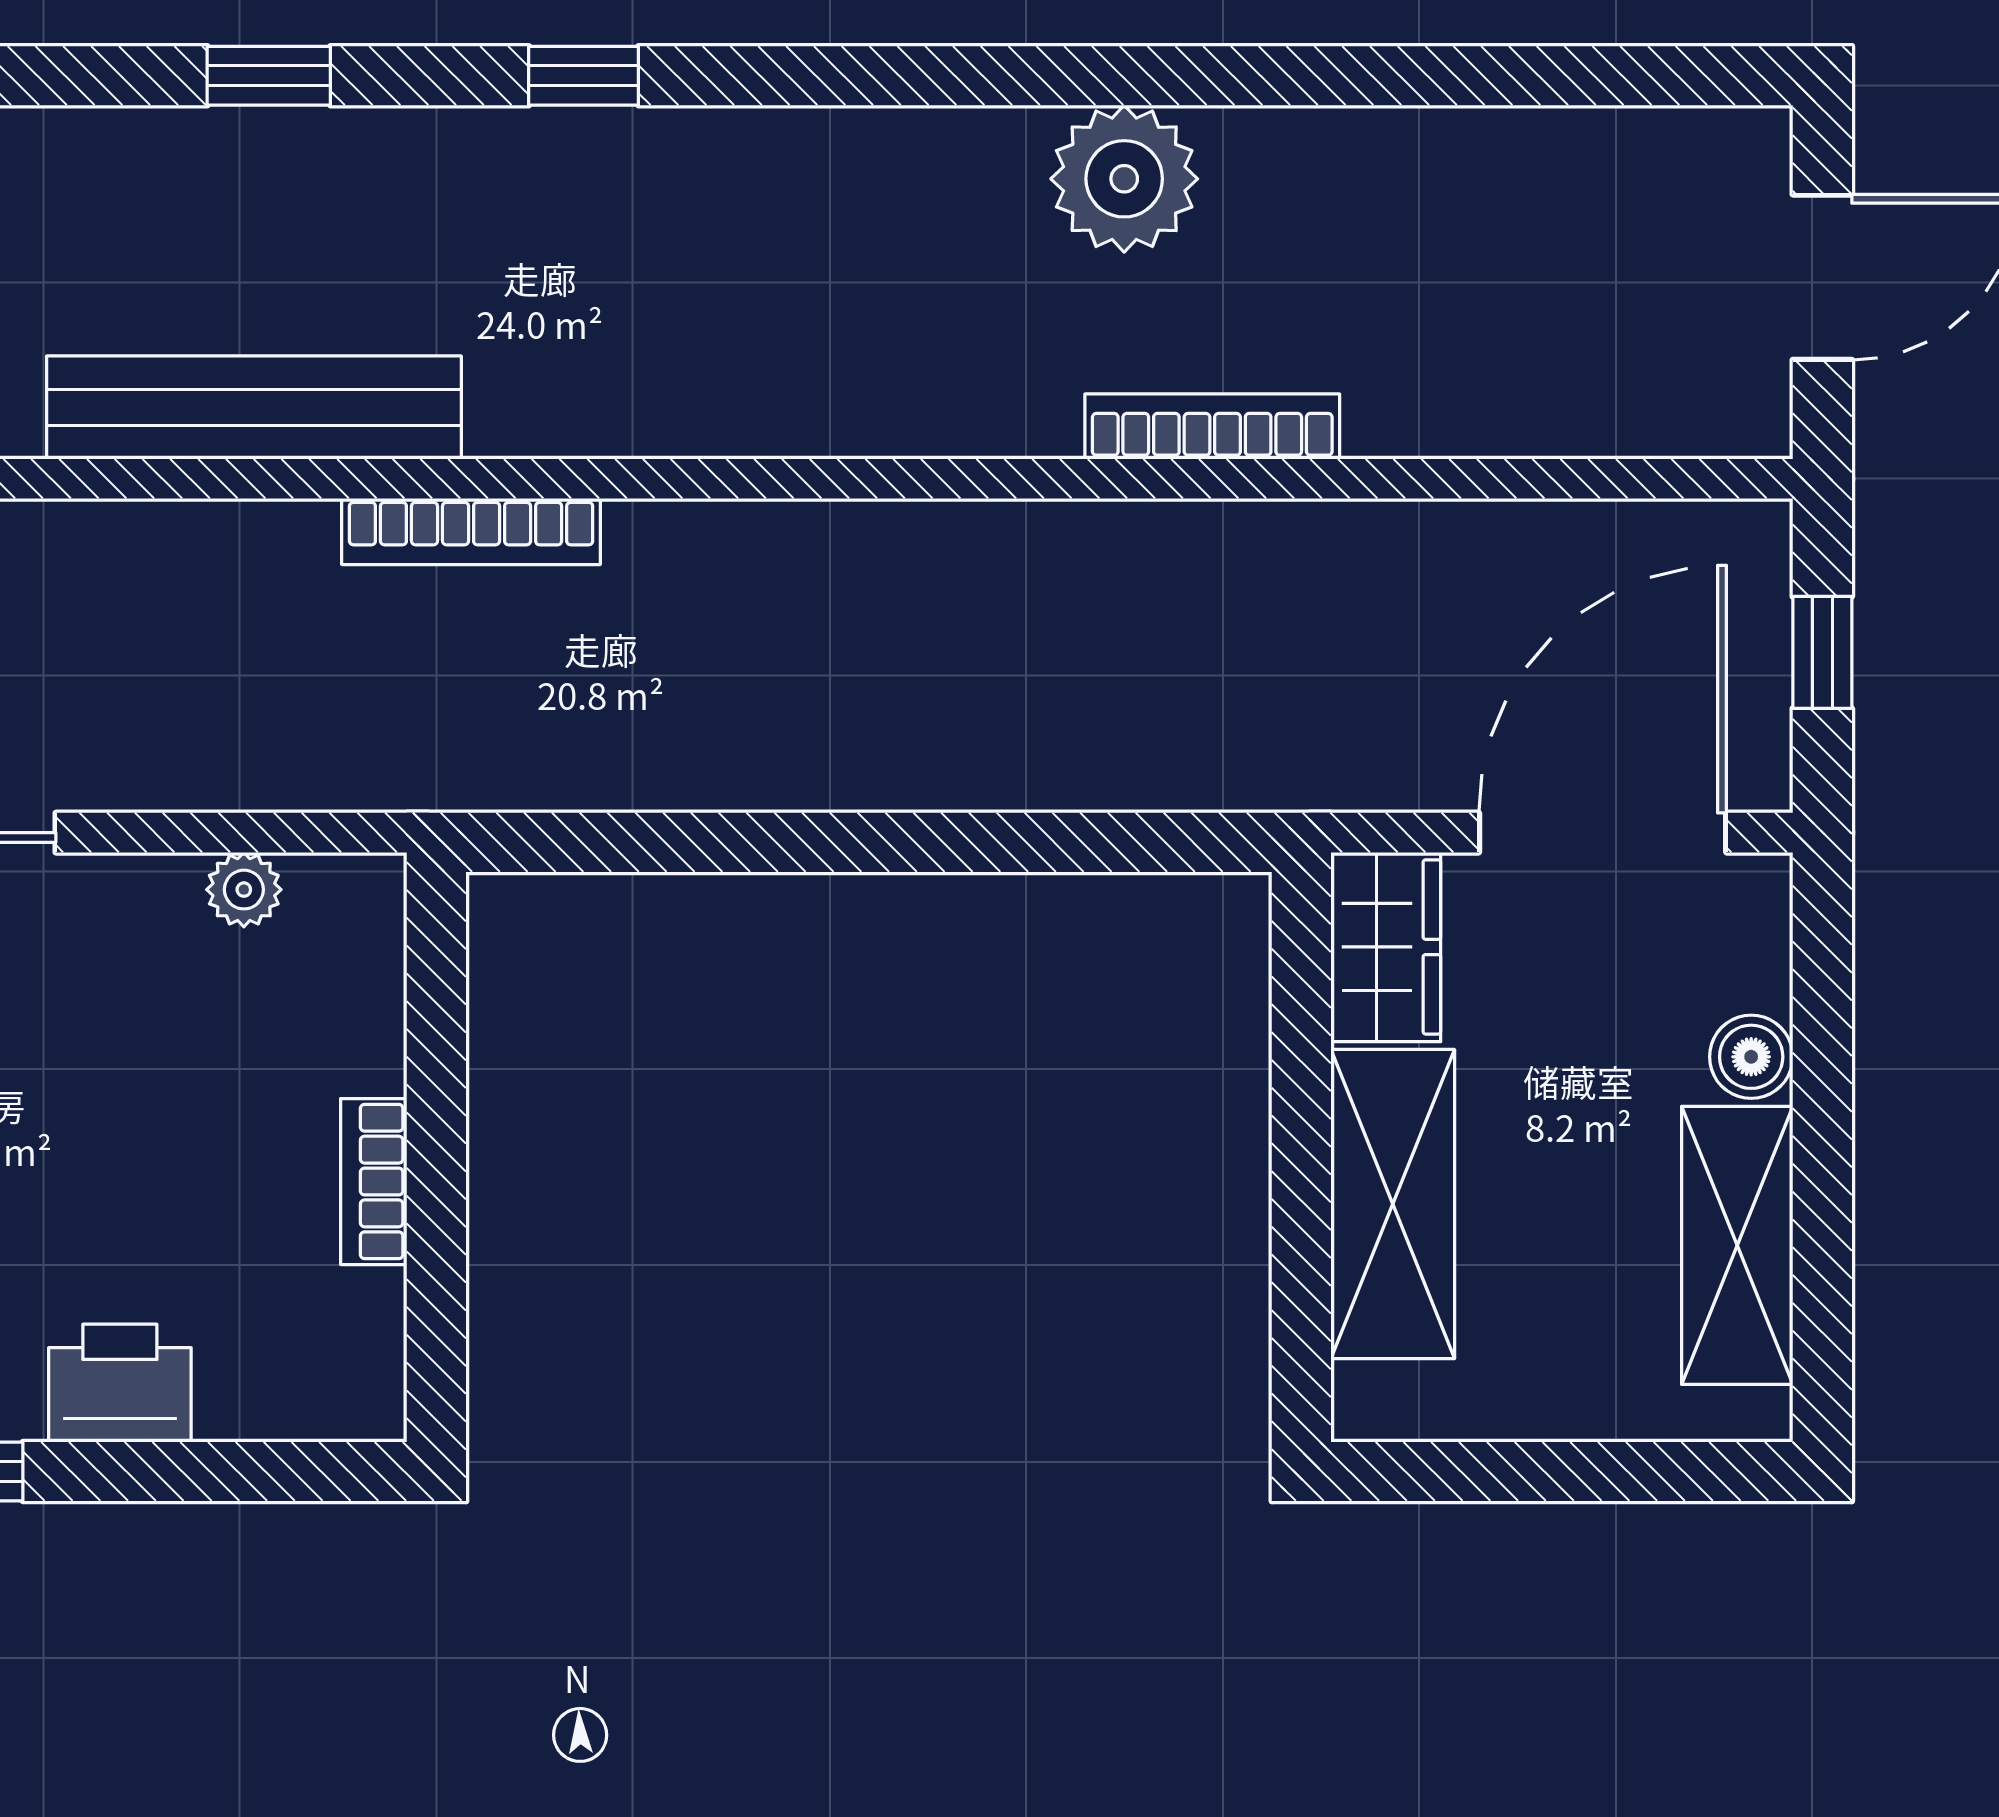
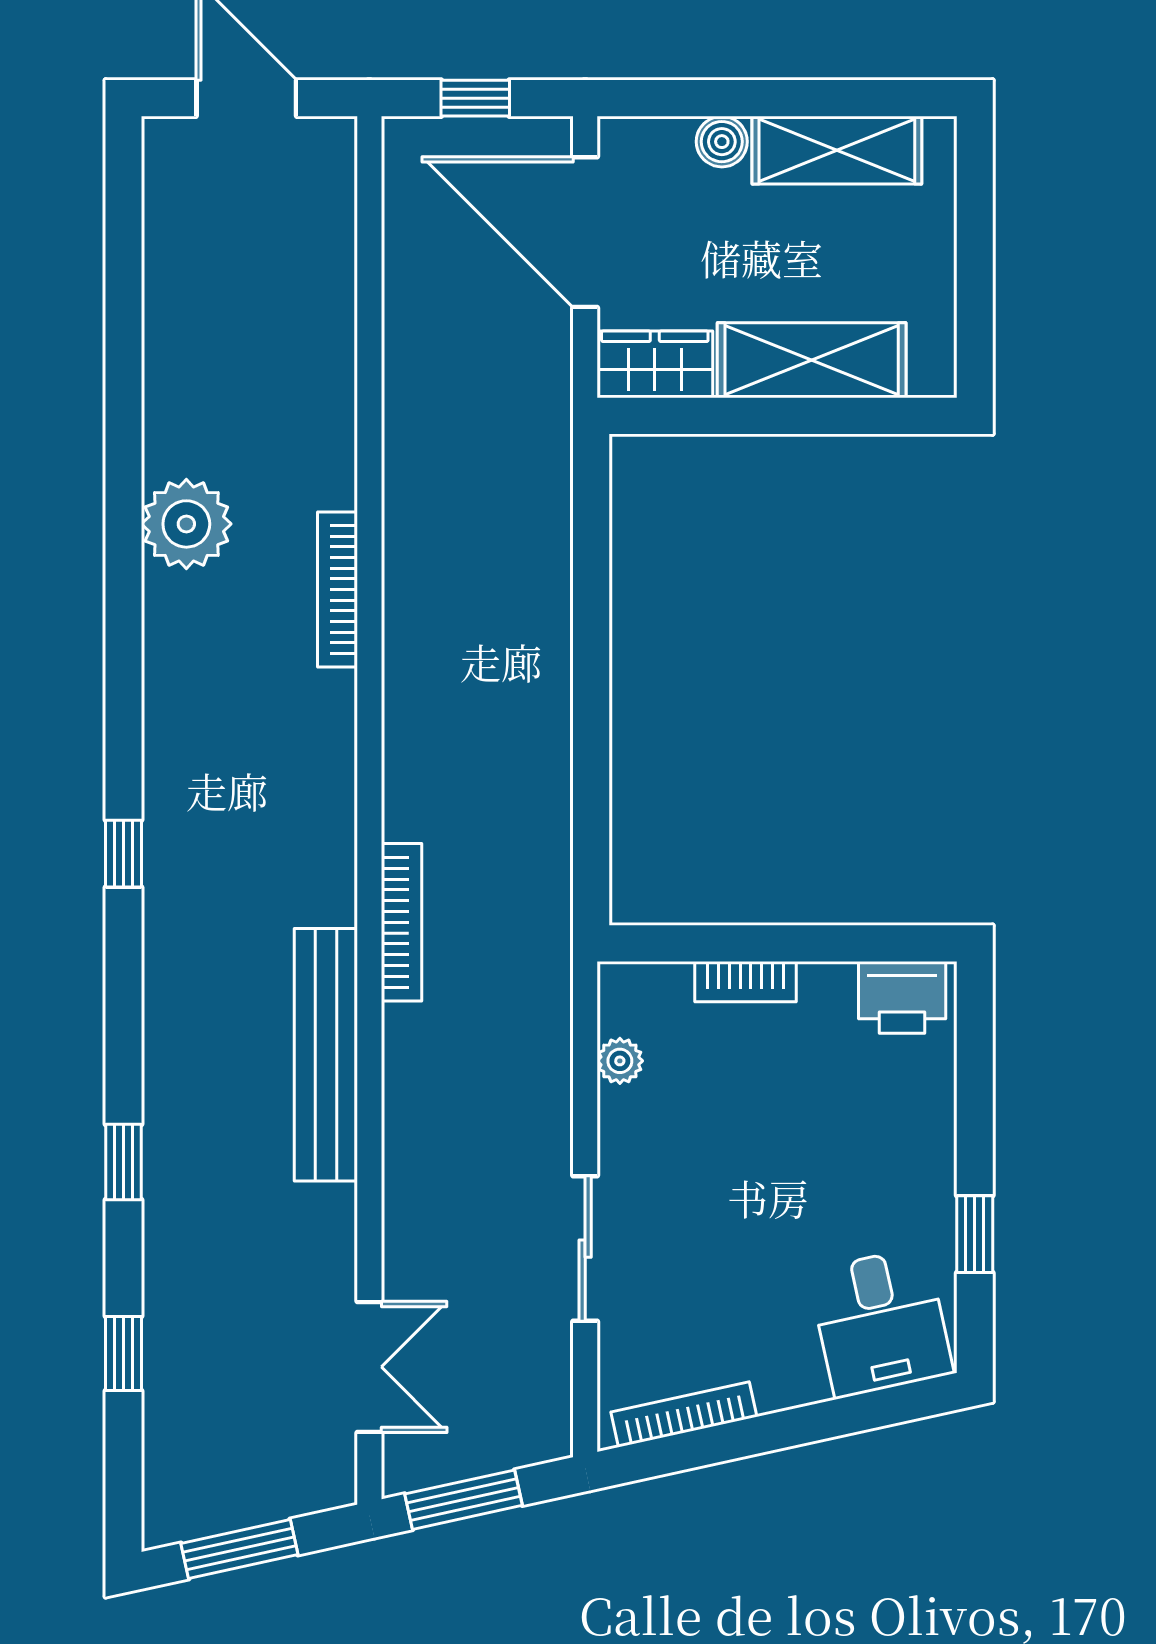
window: (269, 76) -> (124, 1162), moved
bookcase: (1212, 426) -> (337, 590), moved
bookcase: (374, 1182) -> (745, 982), moved
printer: (120, 1383) -> (902, 997), moved, turned -90

